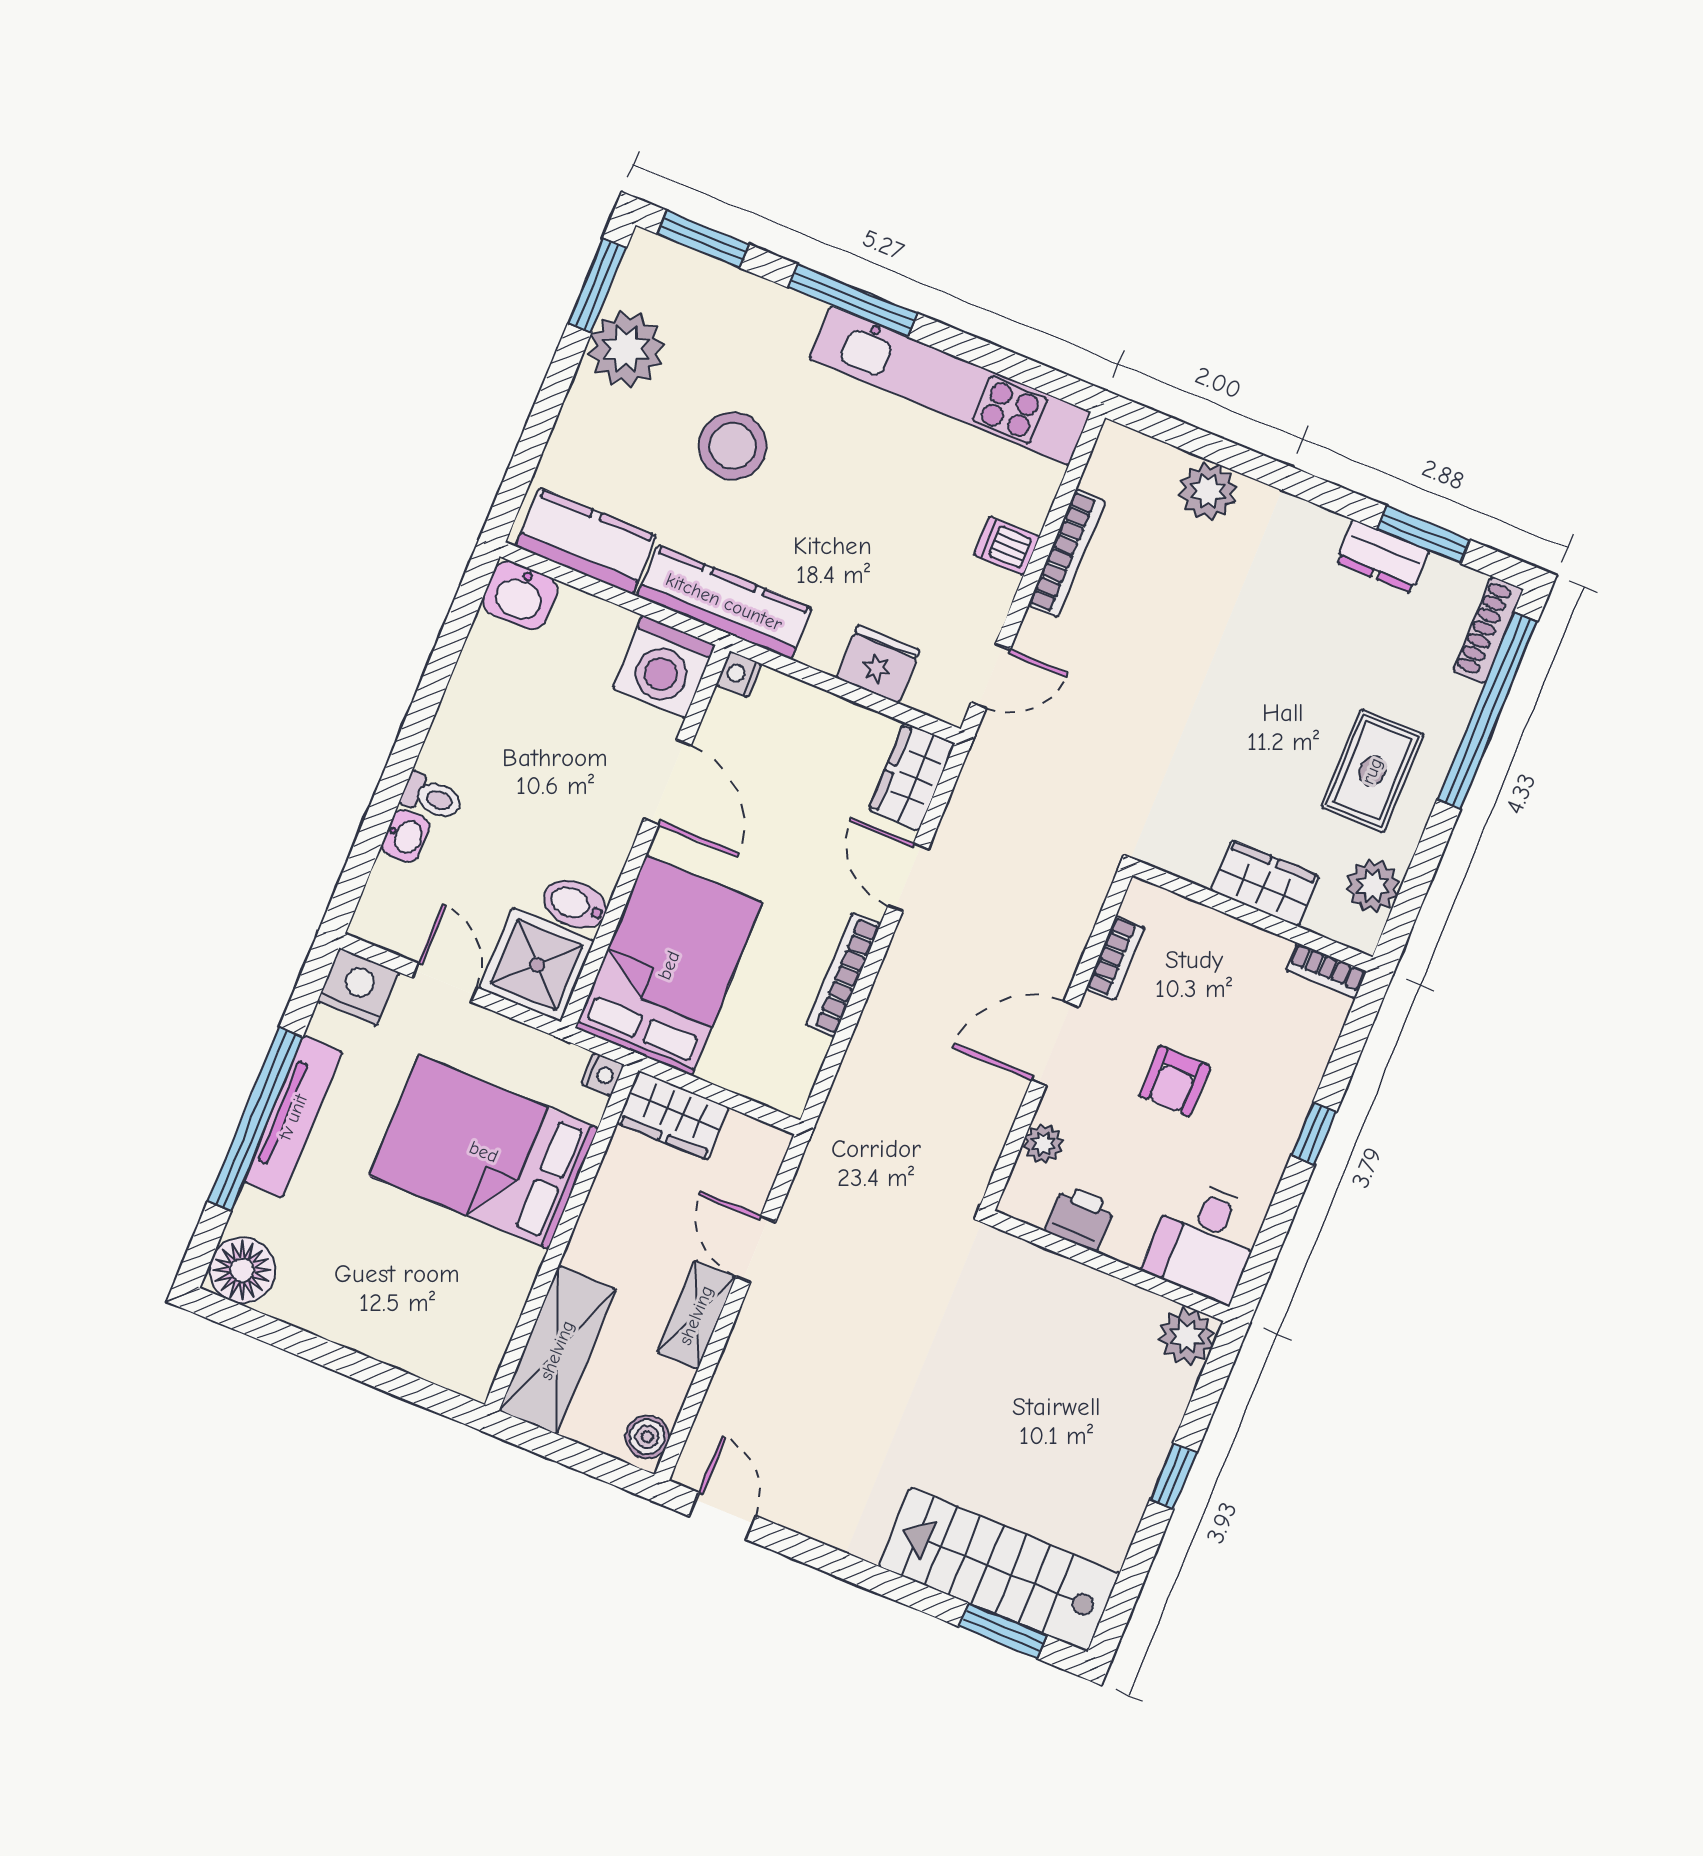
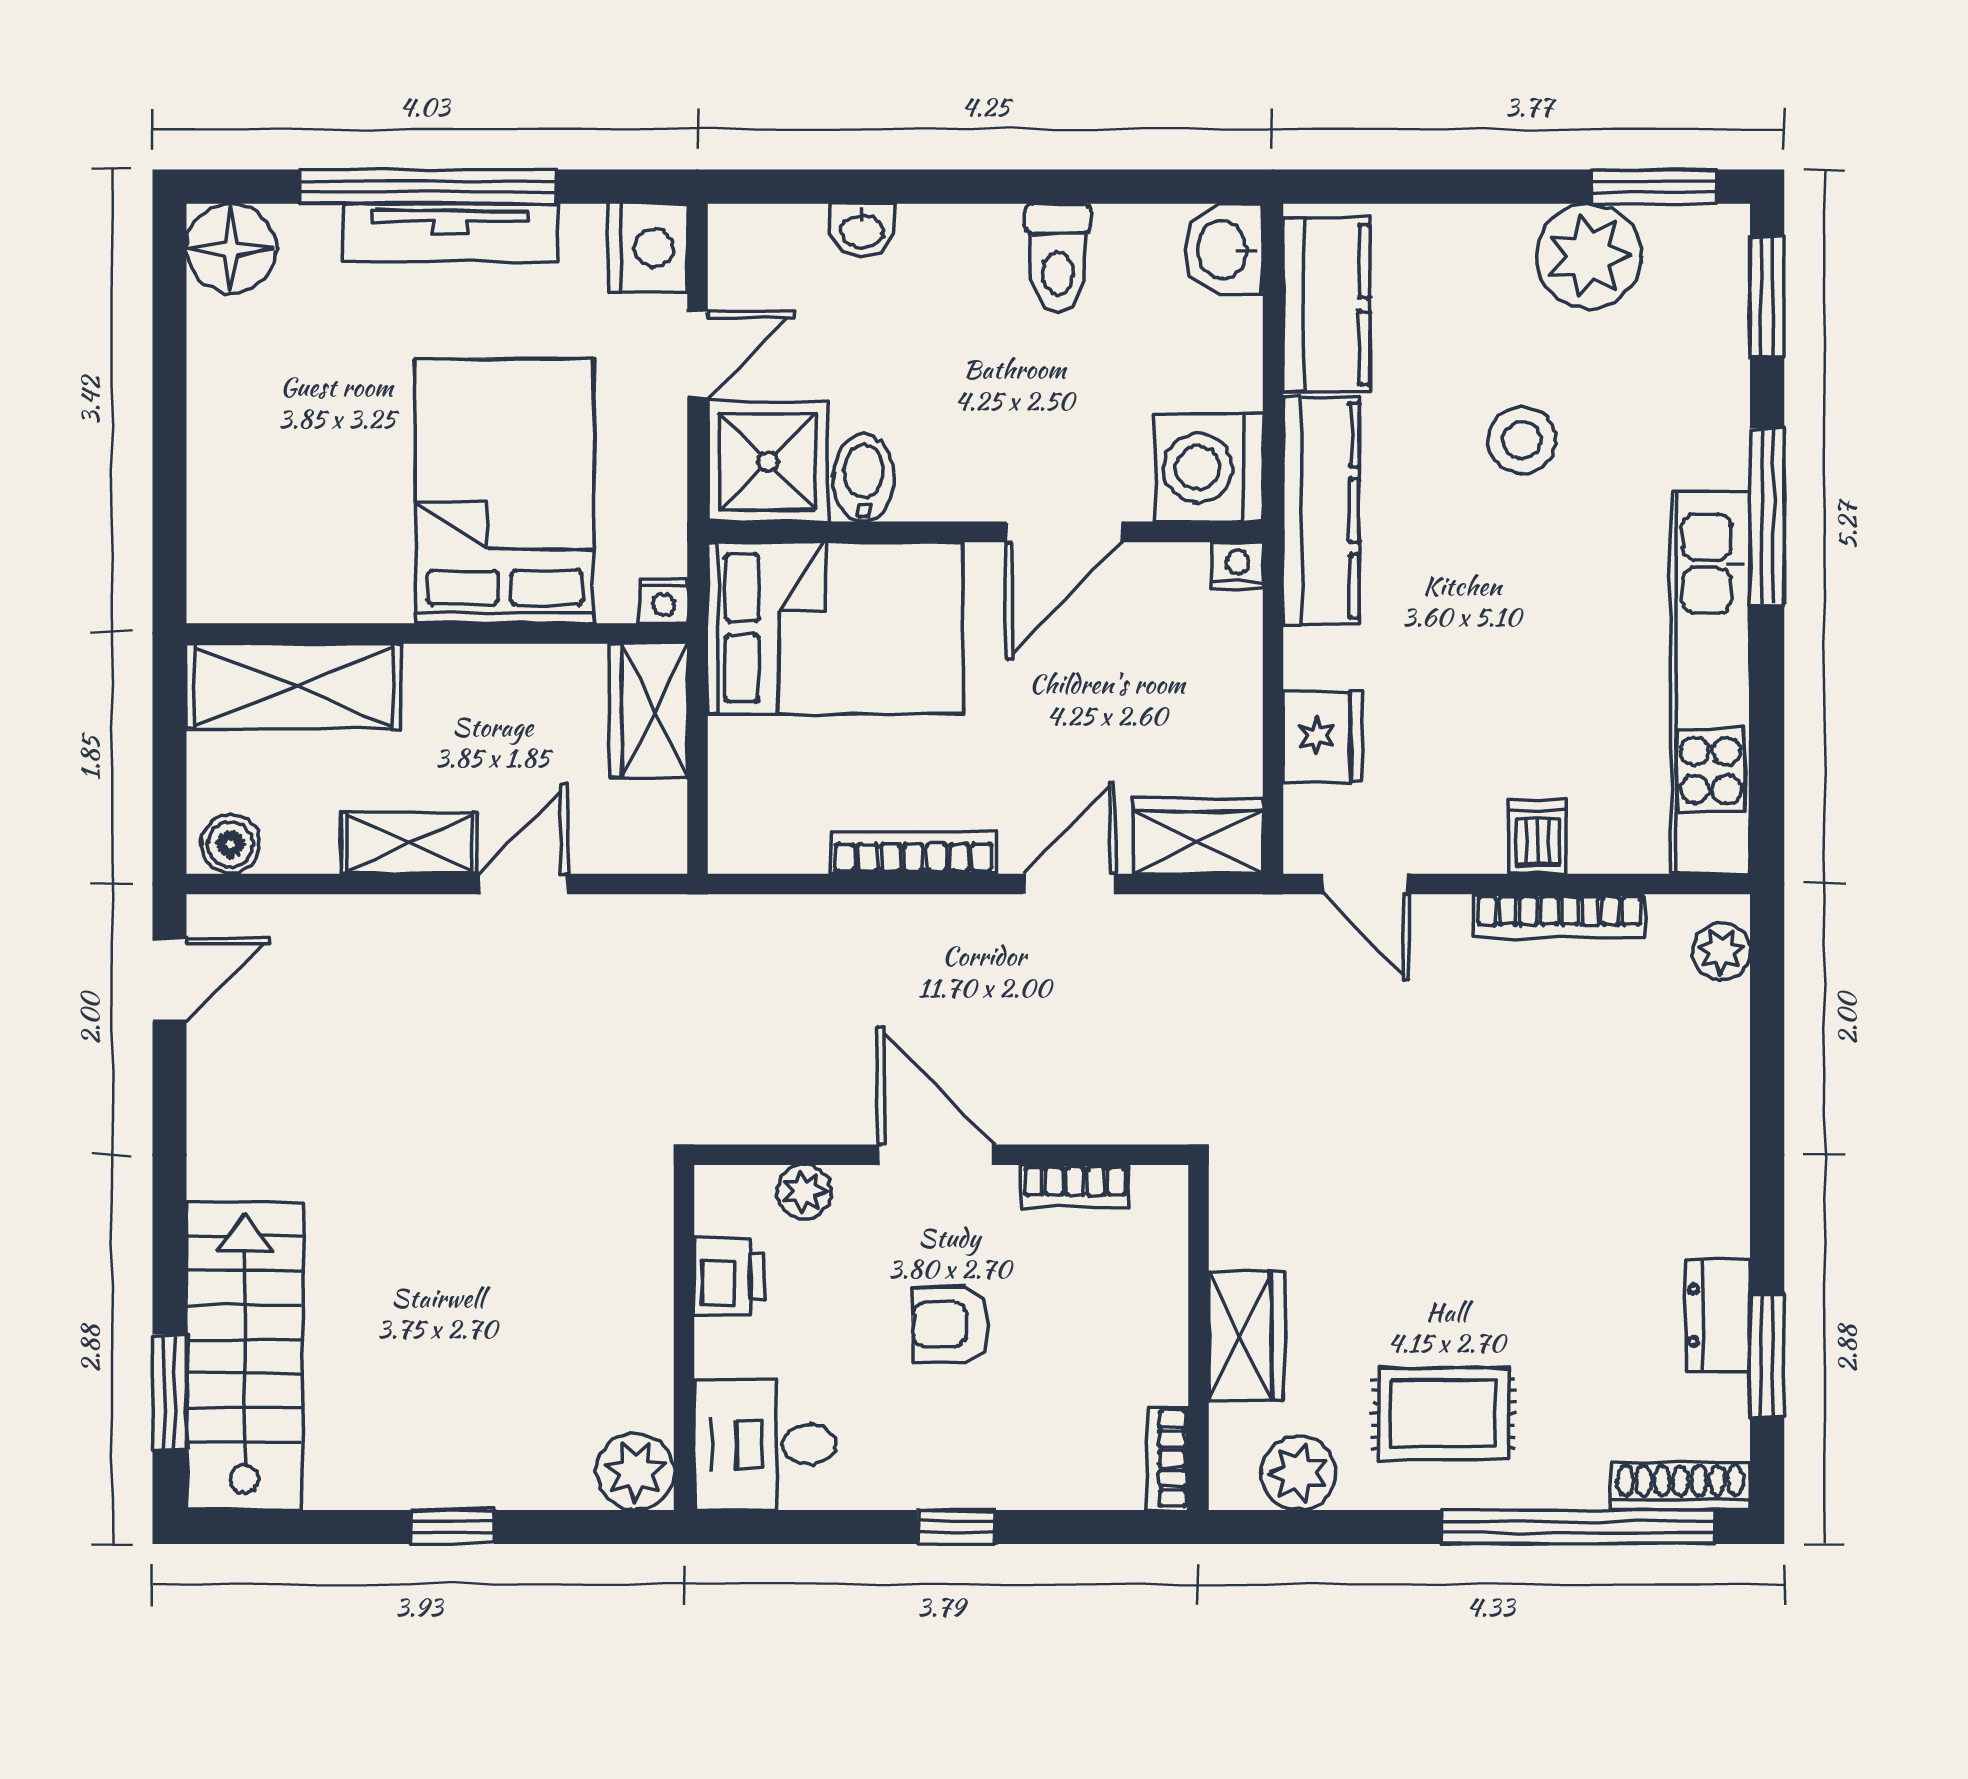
stool: (733, 446) -> (1522, 440), width x0.73, depth x0.73
plant: (1208, 491) -> (1721, 952), moved, width x0.73, depth x0.73
toilet: (432, 797) -> (1058, 258), moved, width x1.37, depth x1.39

